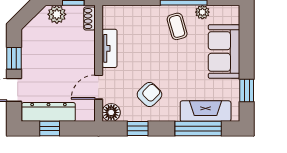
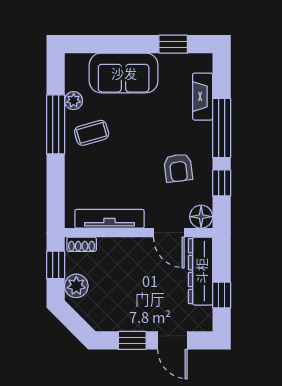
tv unit: (109, 48) -> (110, 219), width x1.41
armchair: (149, 94) -> (178, 168), turned -142
fireplace: (206, 111) -> (203, 97), width x0.73, depth x0.76
dresser: (48, 112) -> (201, 271), moved
window: (198, 129) -> (222, 128), moved

